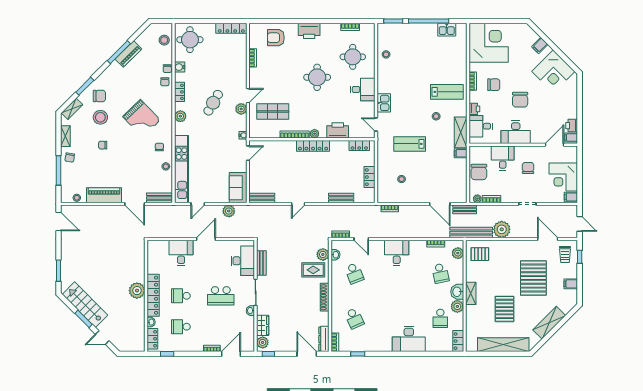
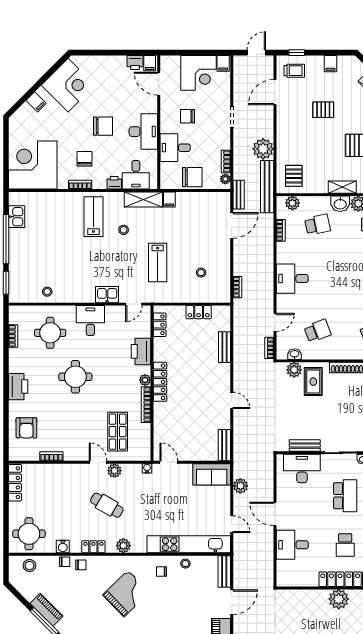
pallet: (533, 278) -> (323, 110), width x0.49, depth x0.50

